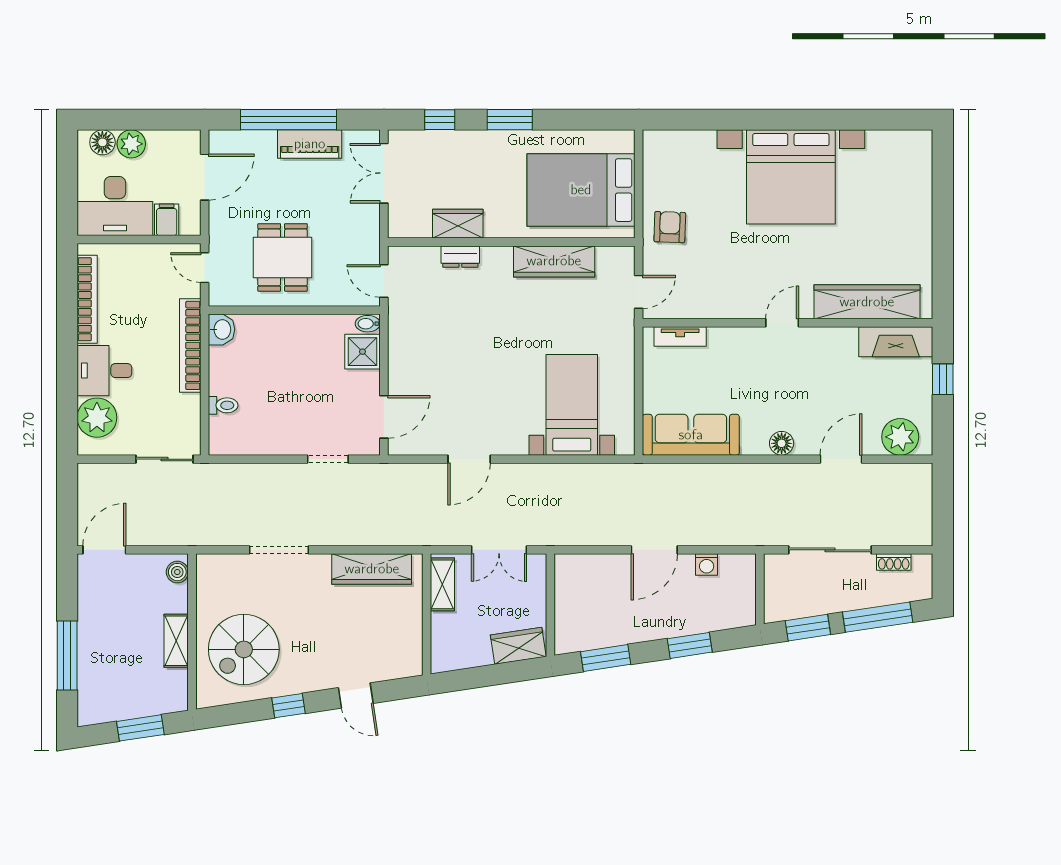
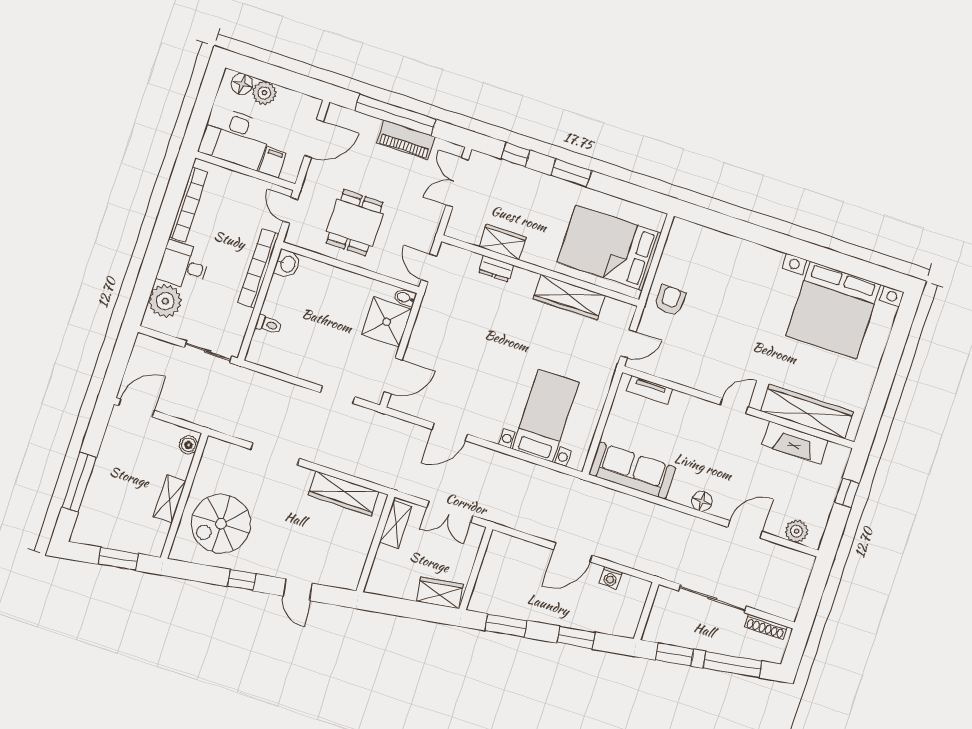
bed with nightstands: (791, 177) -> (833, 310), moved
fireplace: (896, 342) -> (795, 443), moved
shower: (362, 352) -> (387, 322), width x1.36, depth x1.36
plant: (900, 437) -> (797, 531), width x0.73, depth x0.73
shoe rack: (894, 562) -> (766, 627), width x1.43

